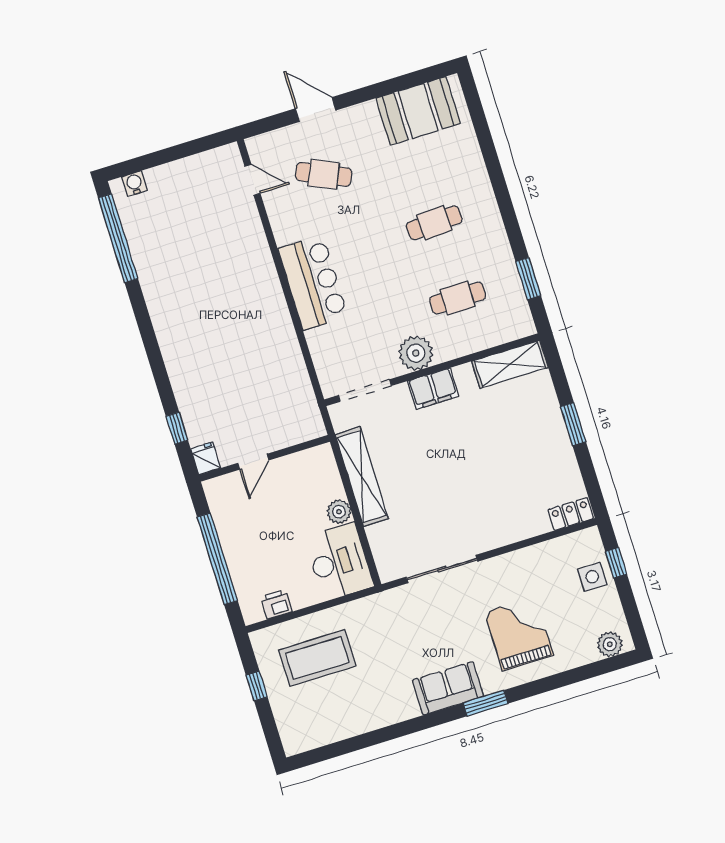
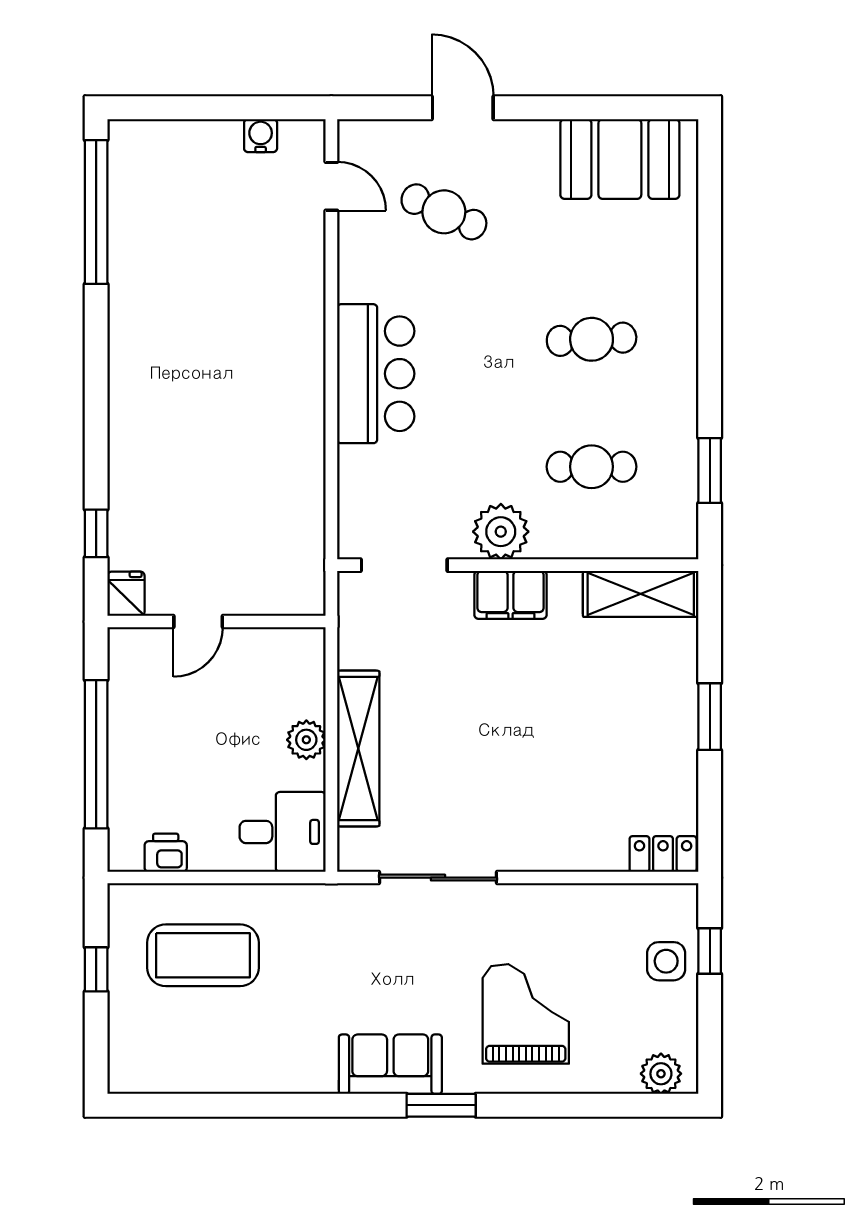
water cooler: (134, 184) -> (261, 136), moved
shelving: (362, 477) -> (358, 749), moved
desk: (339, 562) -> (283, 832), width x0.73

